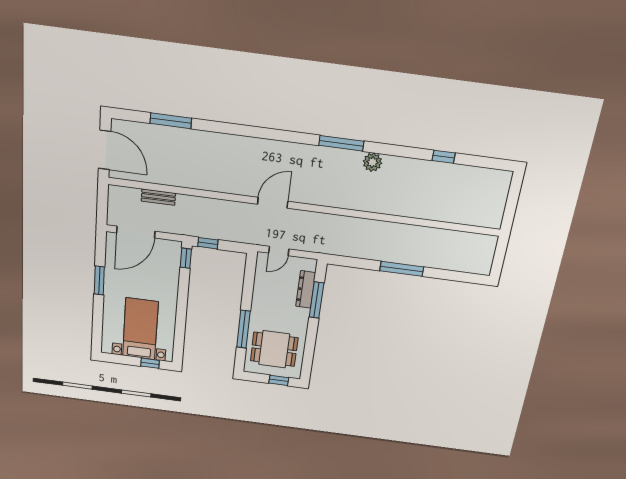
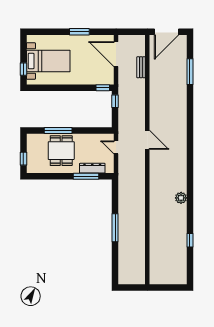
window: (341, 143) -> (190, 177), removed
dining table: (274, 349) -> (61, 151), moved

